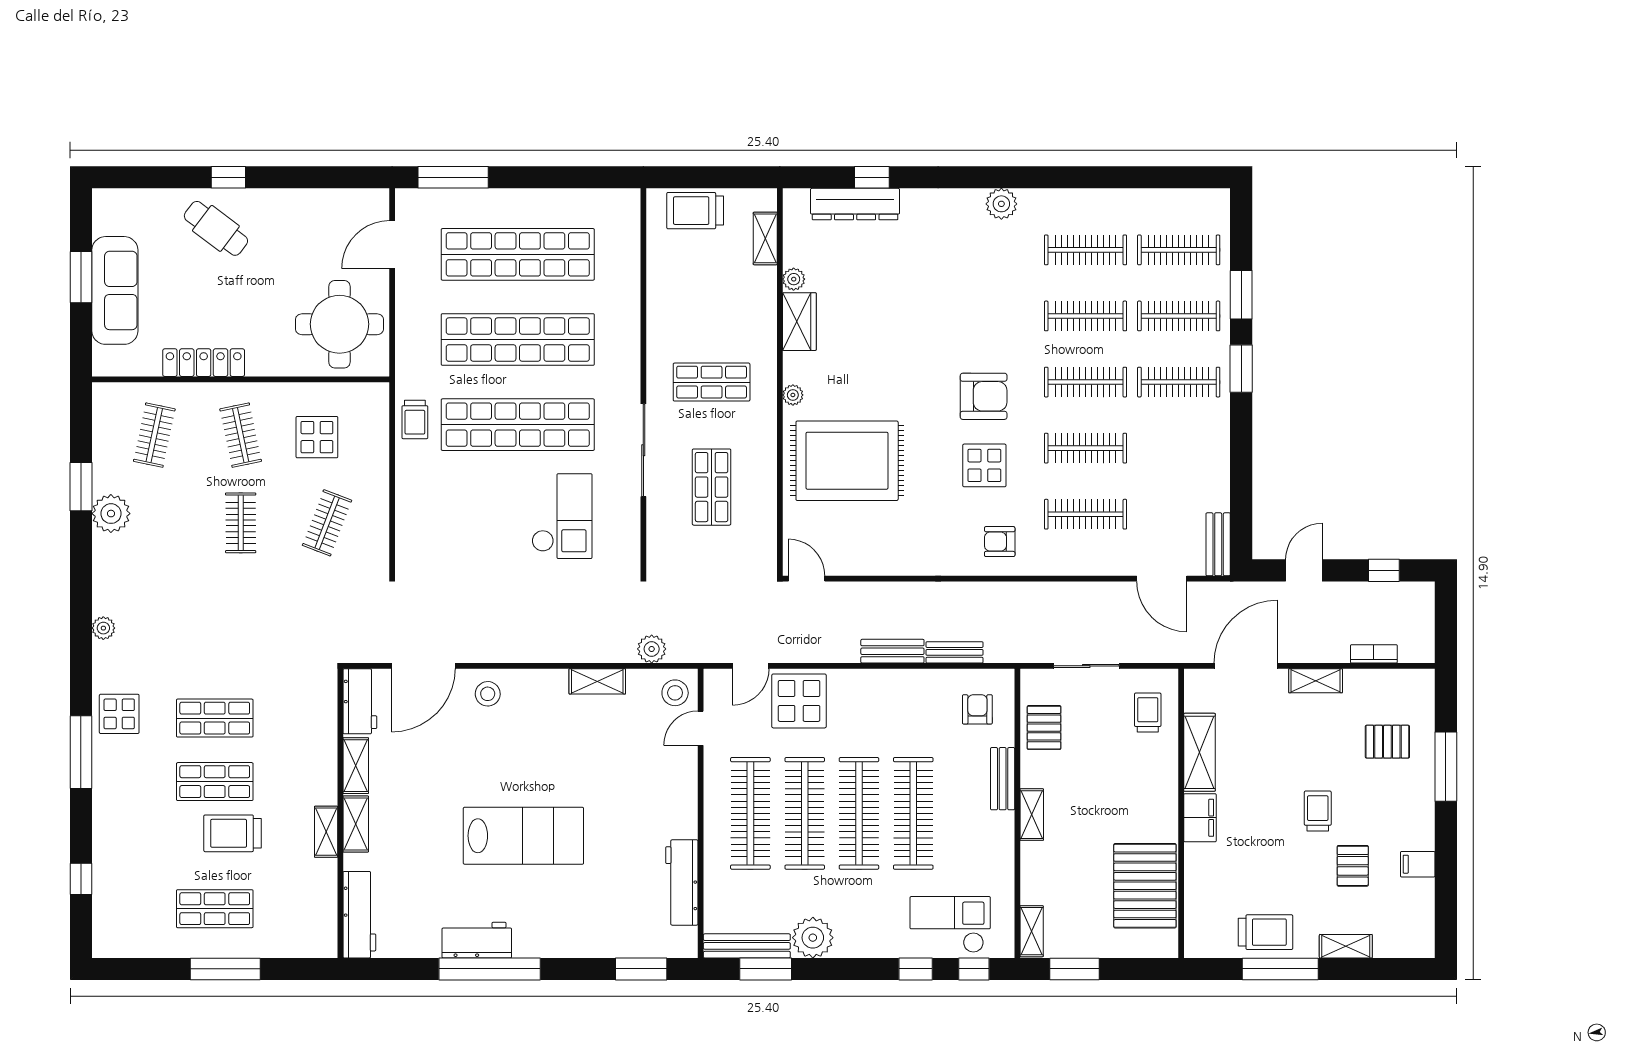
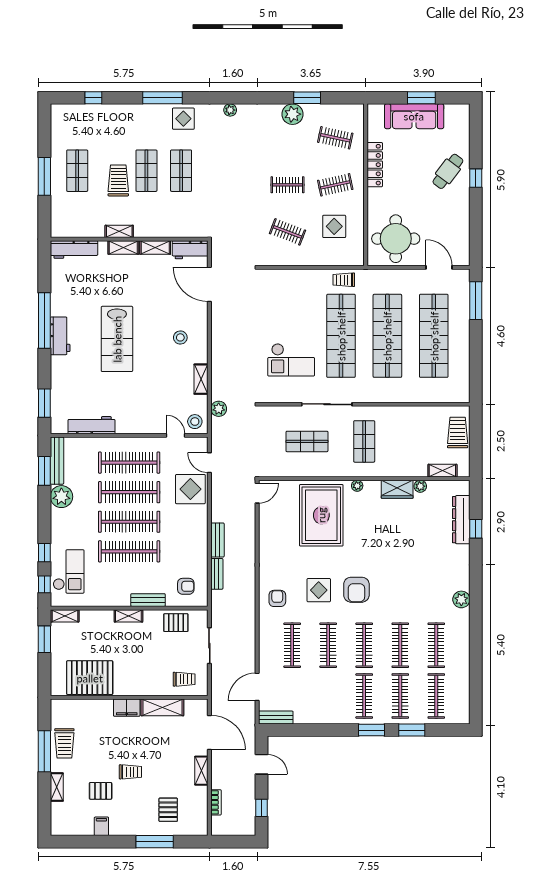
stool: (488, 694) -> (180, 337), moved
workbench: (477, 940) -> (60, 336), moved

